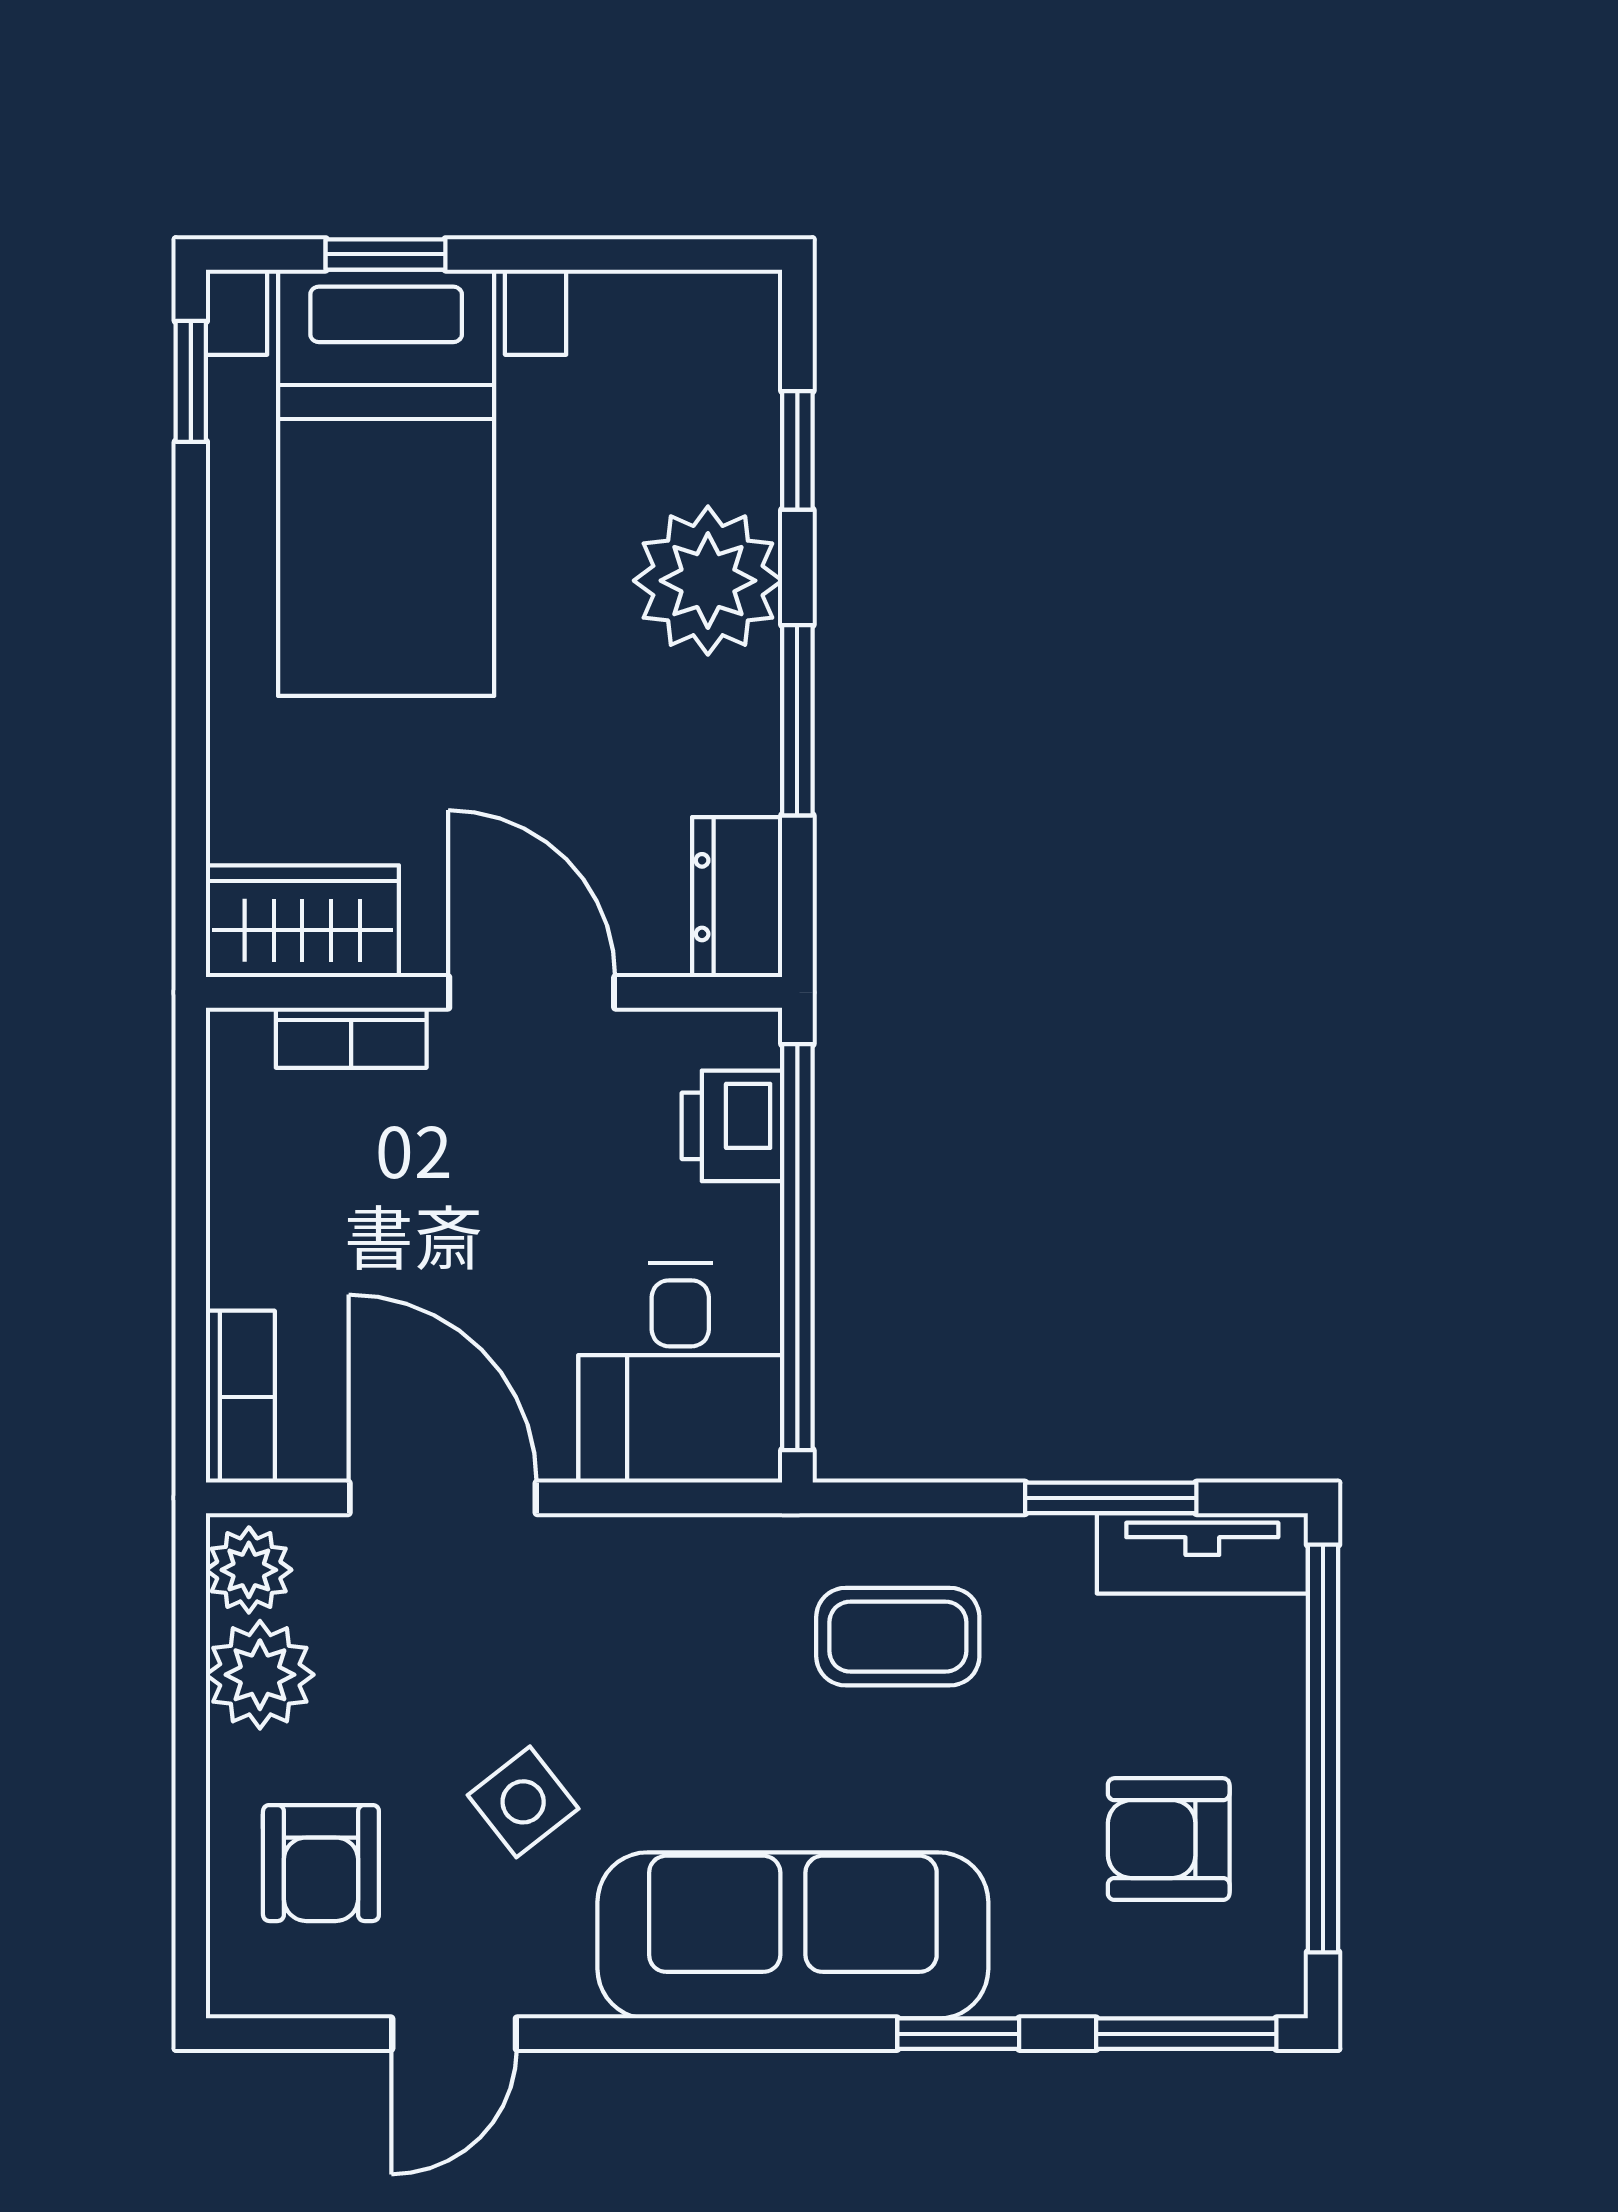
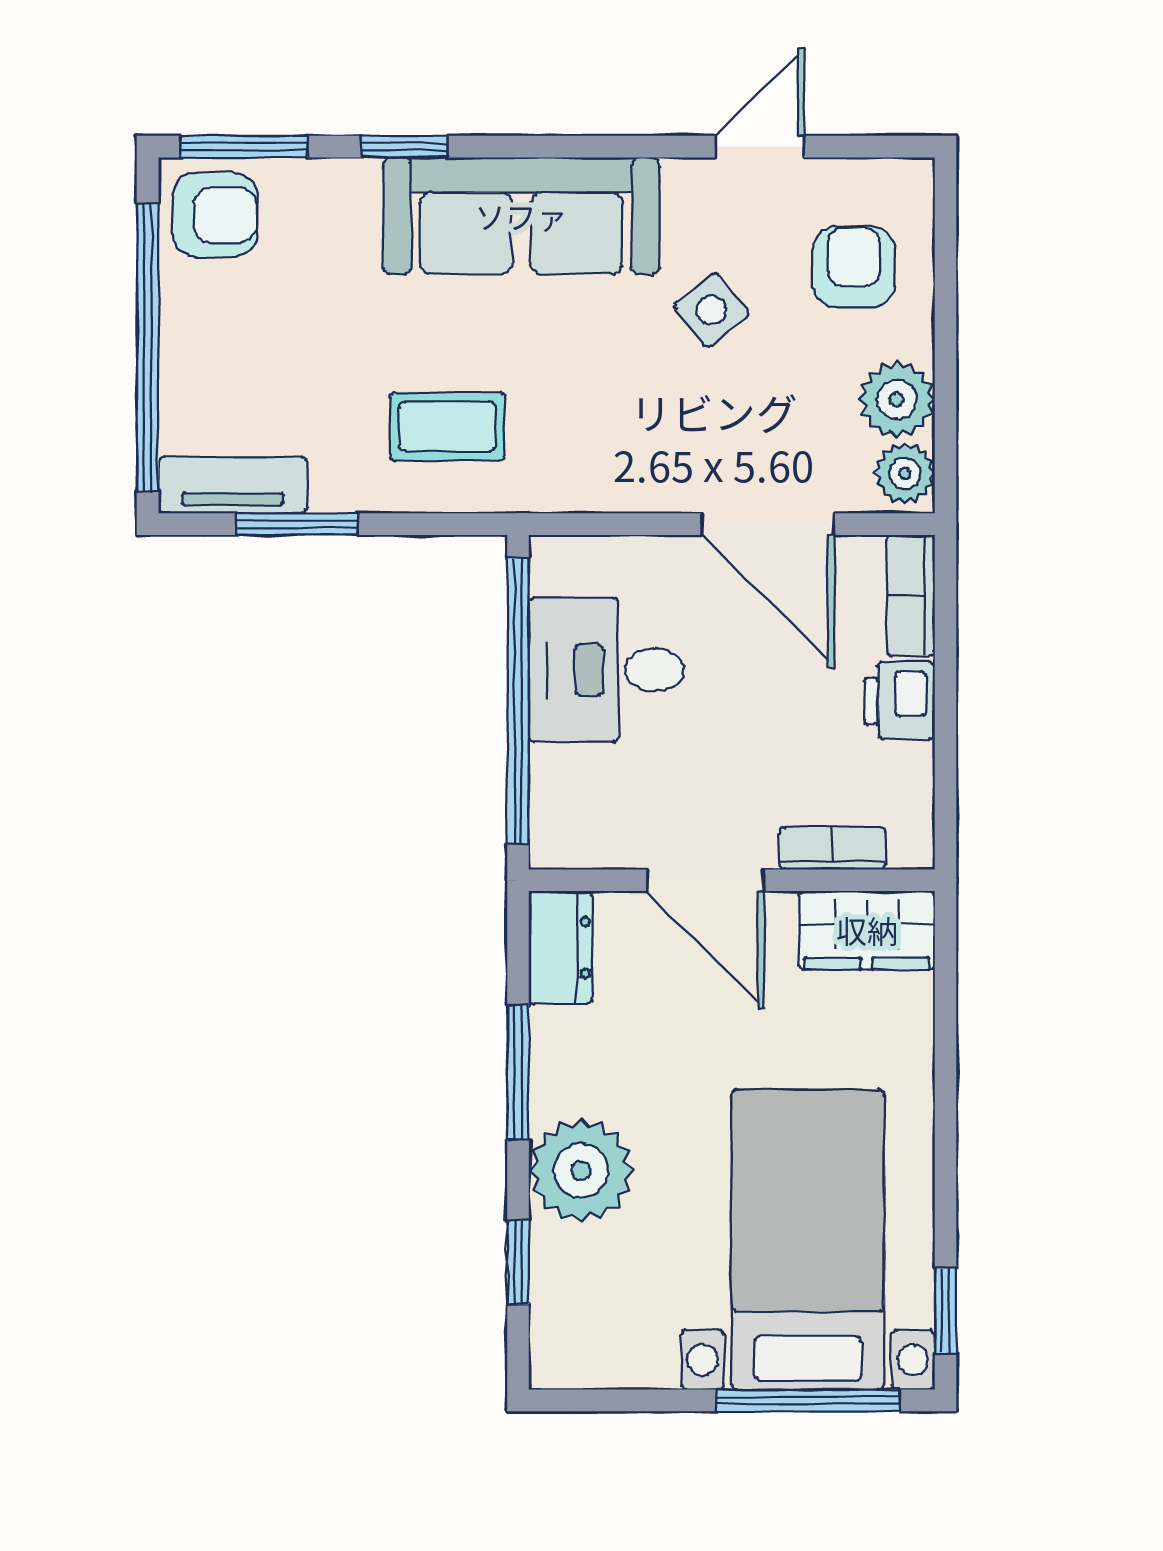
window: (386, 254) -> (808, 1400), width x2.17
printer: (732, 1126) -> (899, 701), moved, turned 180
desk: (680, 1373) -> (606, 670), moved, turned -90
armchair: (1169, 1839) -> (215, 215), moved

